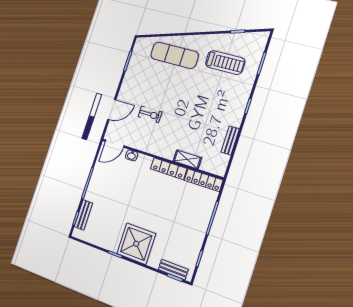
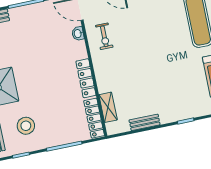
exercise bike: (150, 114) -> (104, 36), moved
shelving: (187, 159) -> (108, 107), moved
stool: (178, 240) -> (26, 126), added

